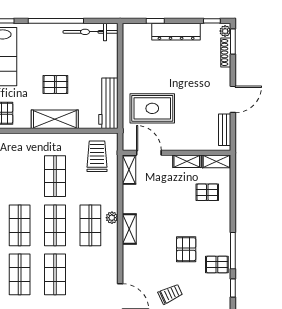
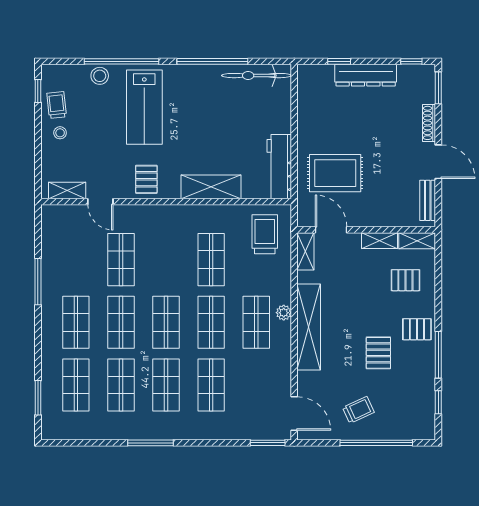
plant: (225, 31) -> (428, 74), removed
shoe rack: (226, 52) -> (429, 123), moved
pallet: (55, 85) -> (212, 143), removed
door: (233, 99) -> (438, 162), hinge flipped
shelving: (129, 229) -> (309, 327), width x2.20, depth x1.33
pallet: (217, 265) -> (417, 329), moved

